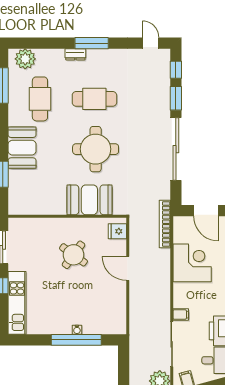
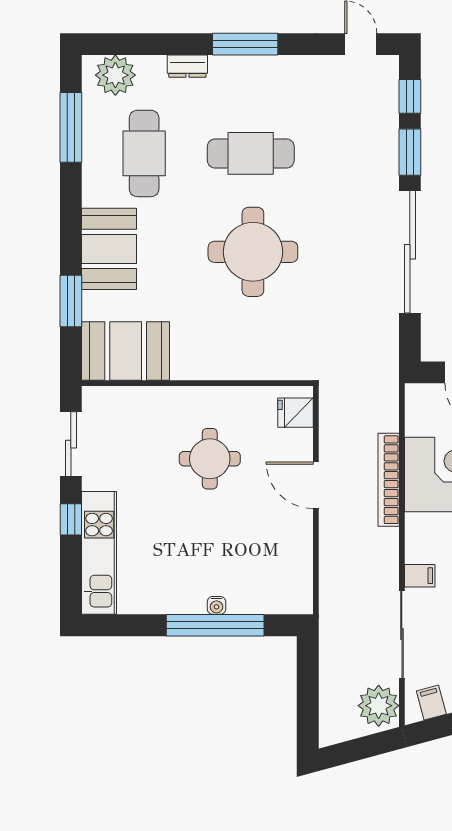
dresser: (75, 54) -> (187, 66), moved
booth: (89, 200) -> (126, 351), moved
bookcase: (165, 224) -> (389, 480), moved
round table: (74, 255) -> (210, 459), turned -36

